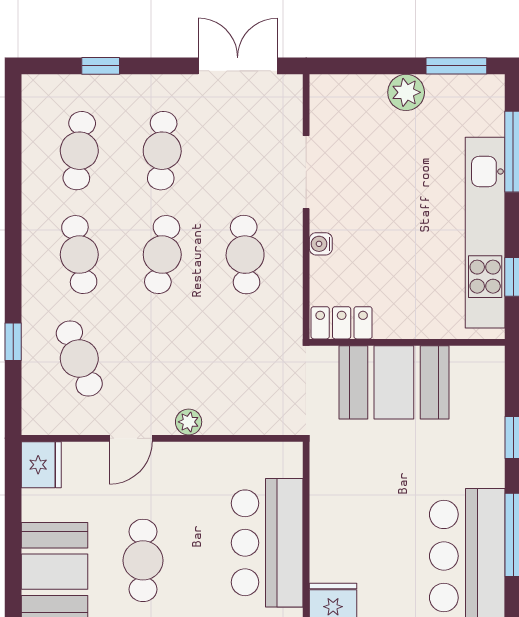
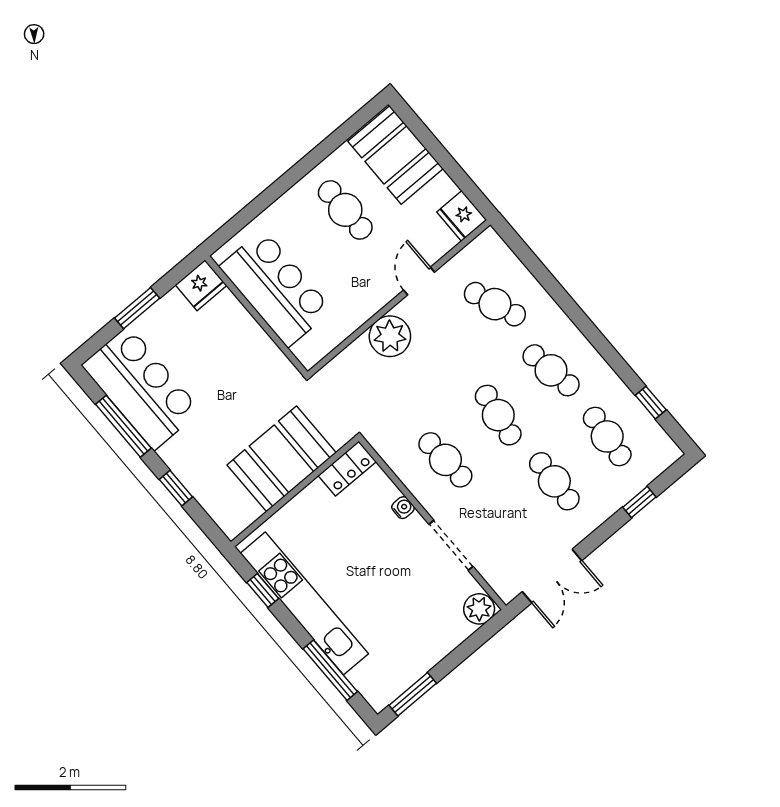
plant: (406, 92) -> (479, 609), moved
window: (13, 342) -> (651, 403), moved
plant: (189, 422) -> (390, 336), width x1.88, depth x1.88

